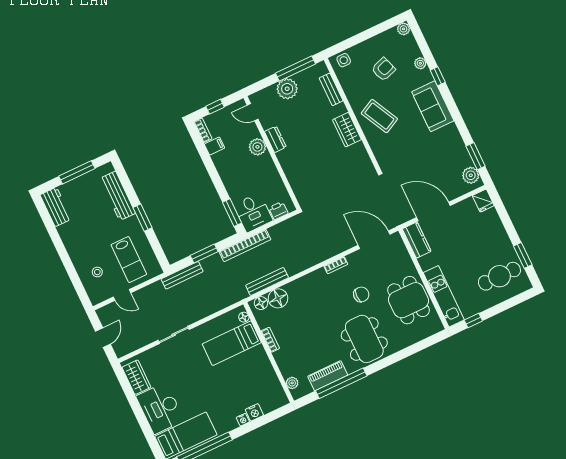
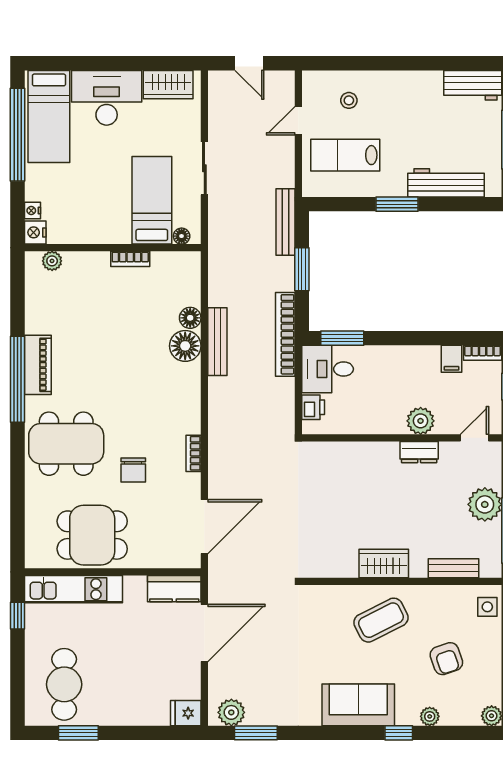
floor lamp: (244, 317) -> (182, 236), moved
bookcase: (270, 340) -> (130, 259), moved
bed: (232, 343) -> (152, 200), moved
wall: (269, 353) -> (113, 248), moved
plant: (292, 383) -> (52, 261), moved

